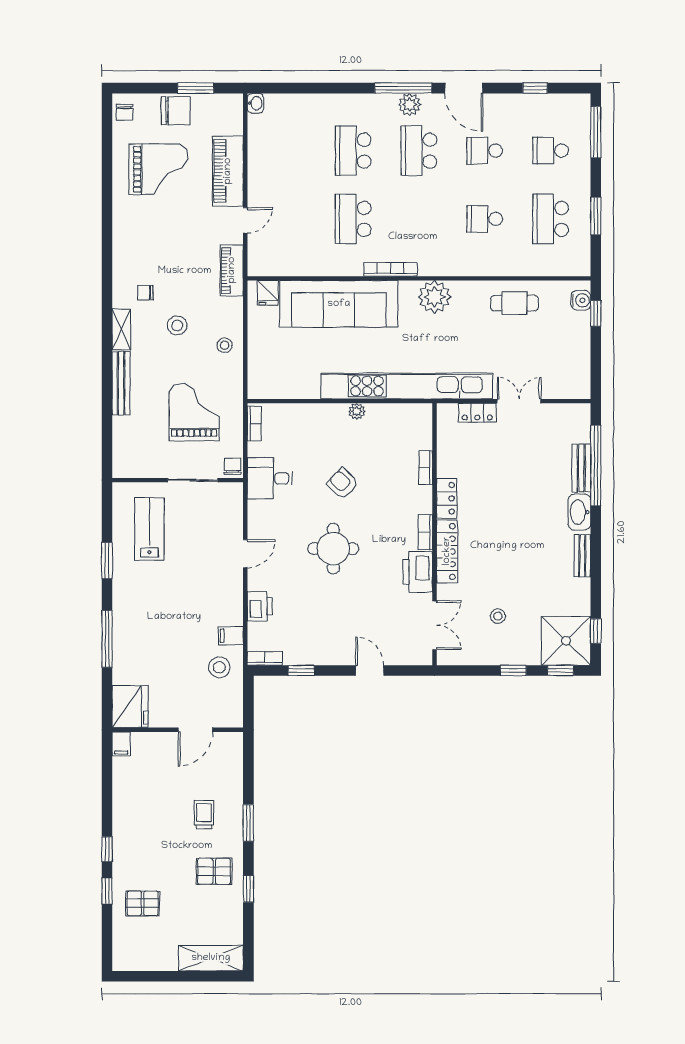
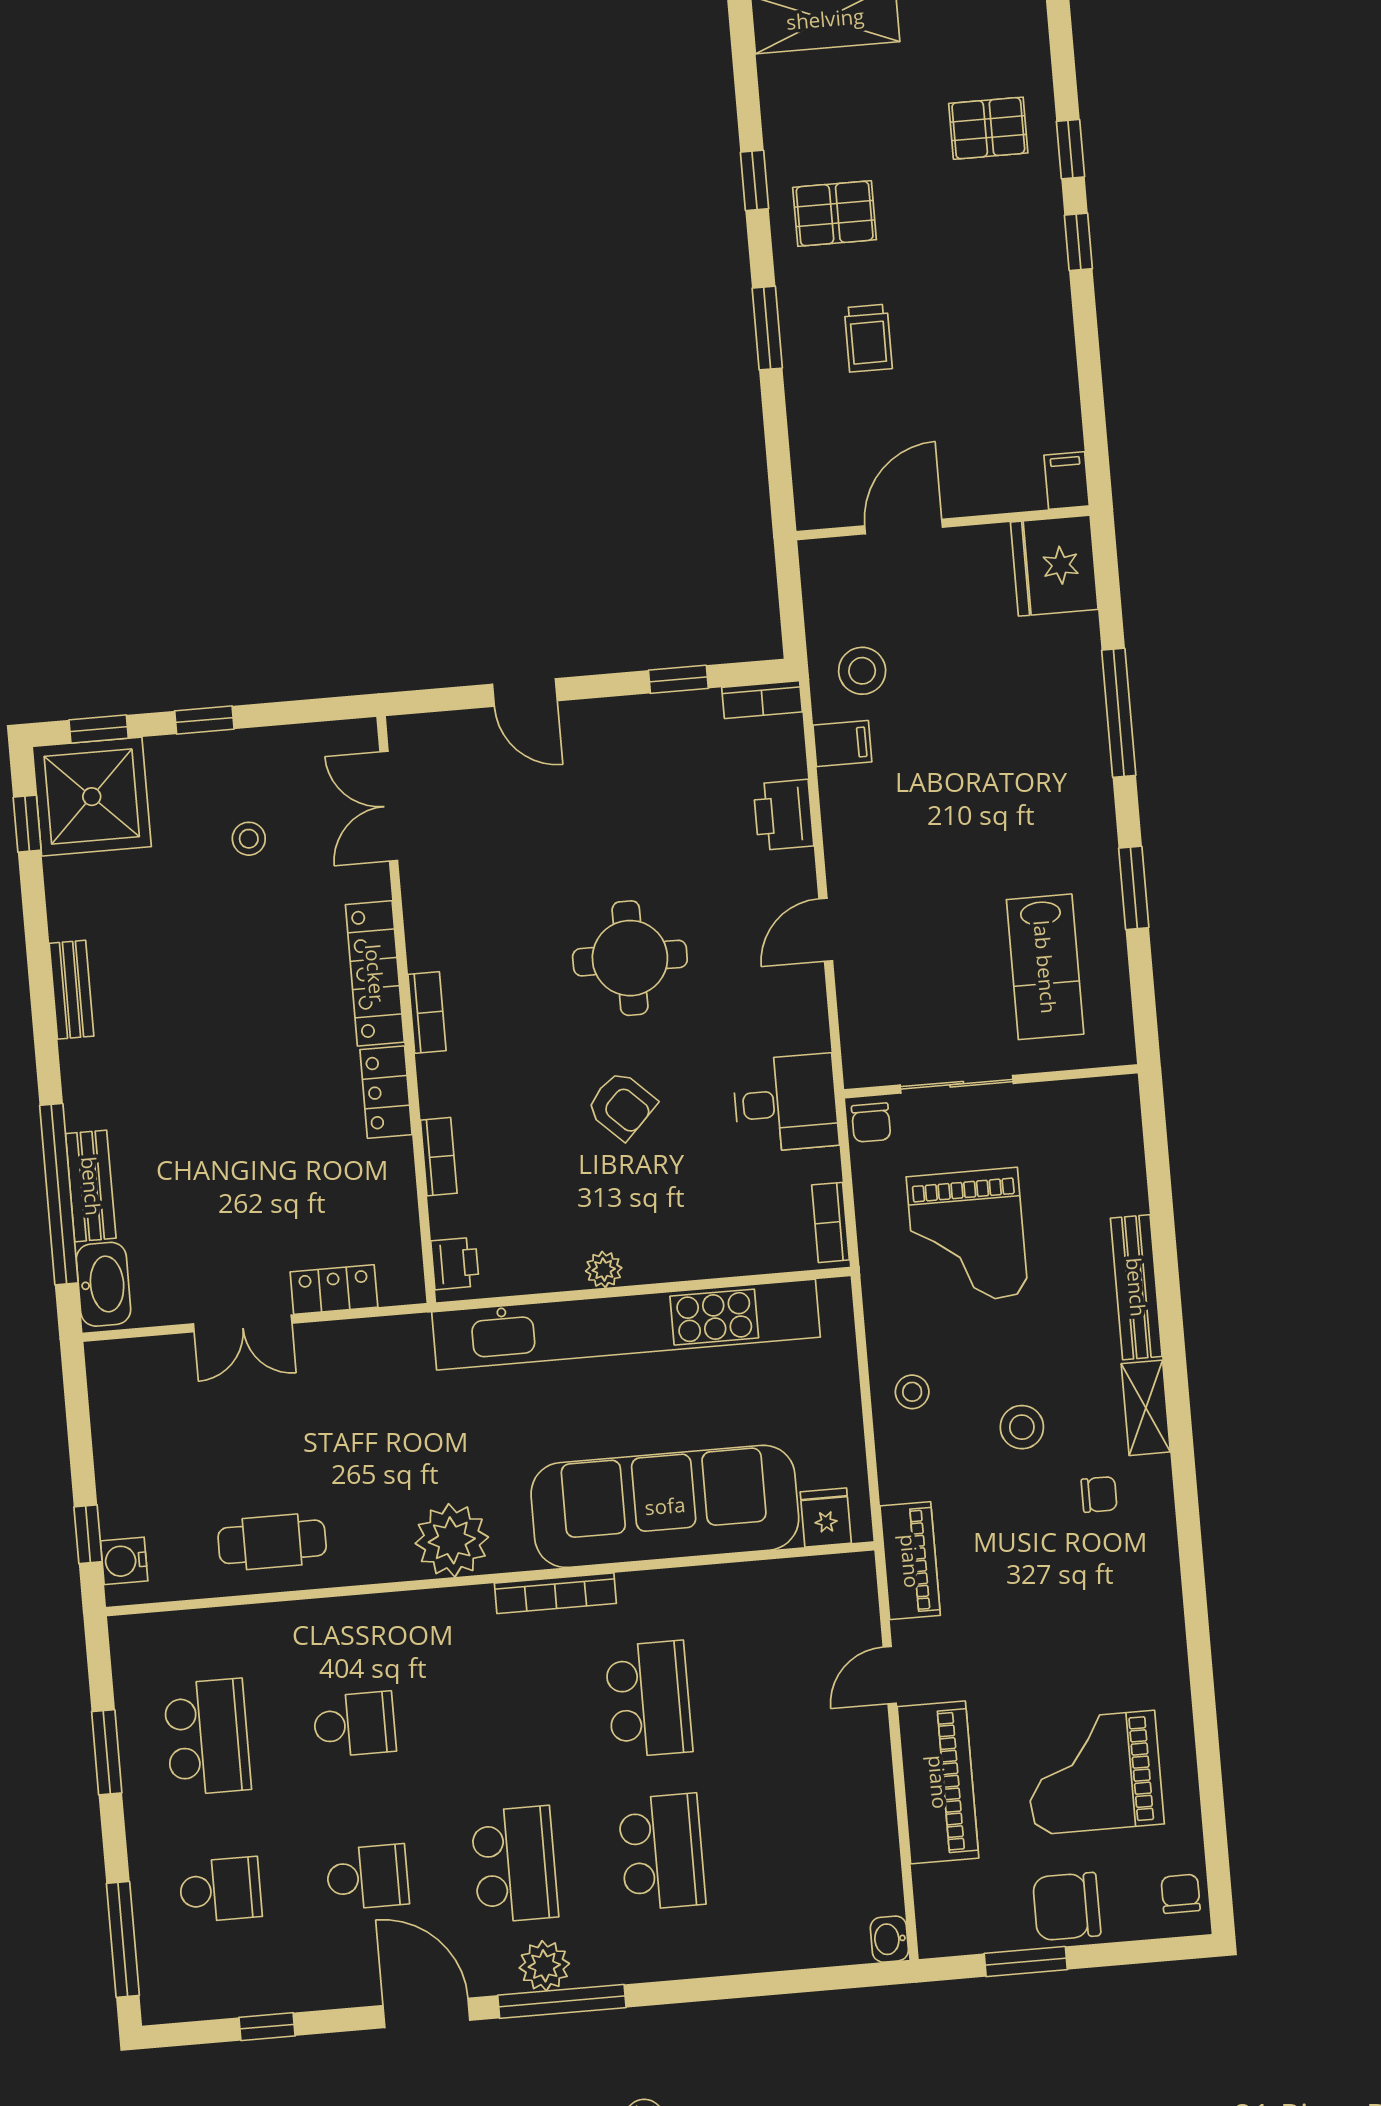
kitchen unit: (407, 386) -> (626, 1325), moved
washbasin: (579, 512) -> (104, 1284), moved
printer: (418, 572) -> (455, 1263), moved, width x0.53, depth x0.68

